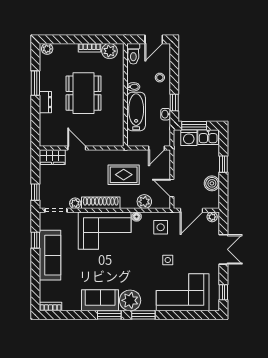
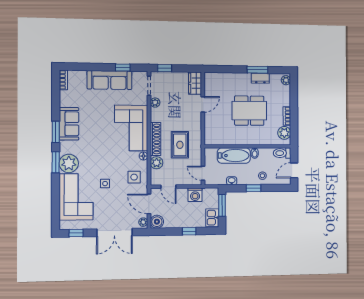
door: (154, 39) -> (294, 170), hinge flipped
dresser: (45, 102) -> (260, 78), moved
window: (174, 103) -> (253, 188), moved
washing machine: (189, 138) -> (195, 195), moved, turned -90
boiler: (212, 183) -> (157, 222), moved
door: (172, 188) -> (168, 187), swing flipped
shoe rack: (101, 203) -> (155, 139), moved
double door: (223, 249) -> (114, 232), width x1.37
plant: (130, 300) -> (69, 163), moved

